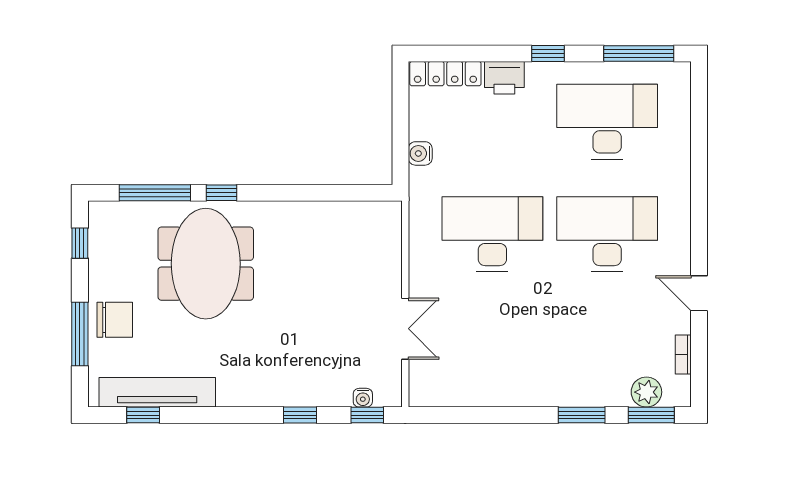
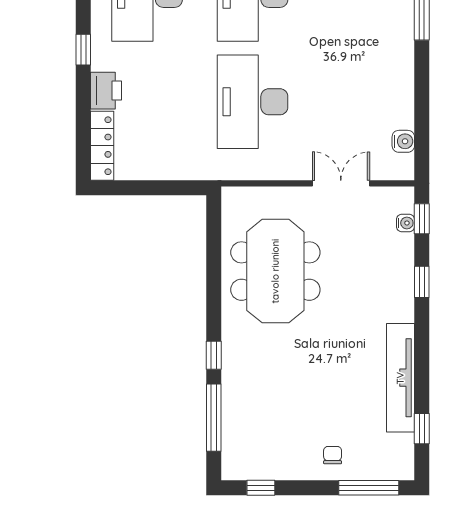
water cooler: (420, 153) -> (403, 141), moved, turned -90
meeting table: (206, 264) -> (275, 271), moved, turned 90
chair: (115, 320) -> (333, 455), width x0.54, depth x0.54
window: (80, 334) -> (369, 488), moved
tv unit: (157, 392) -> (400, 378), moved

